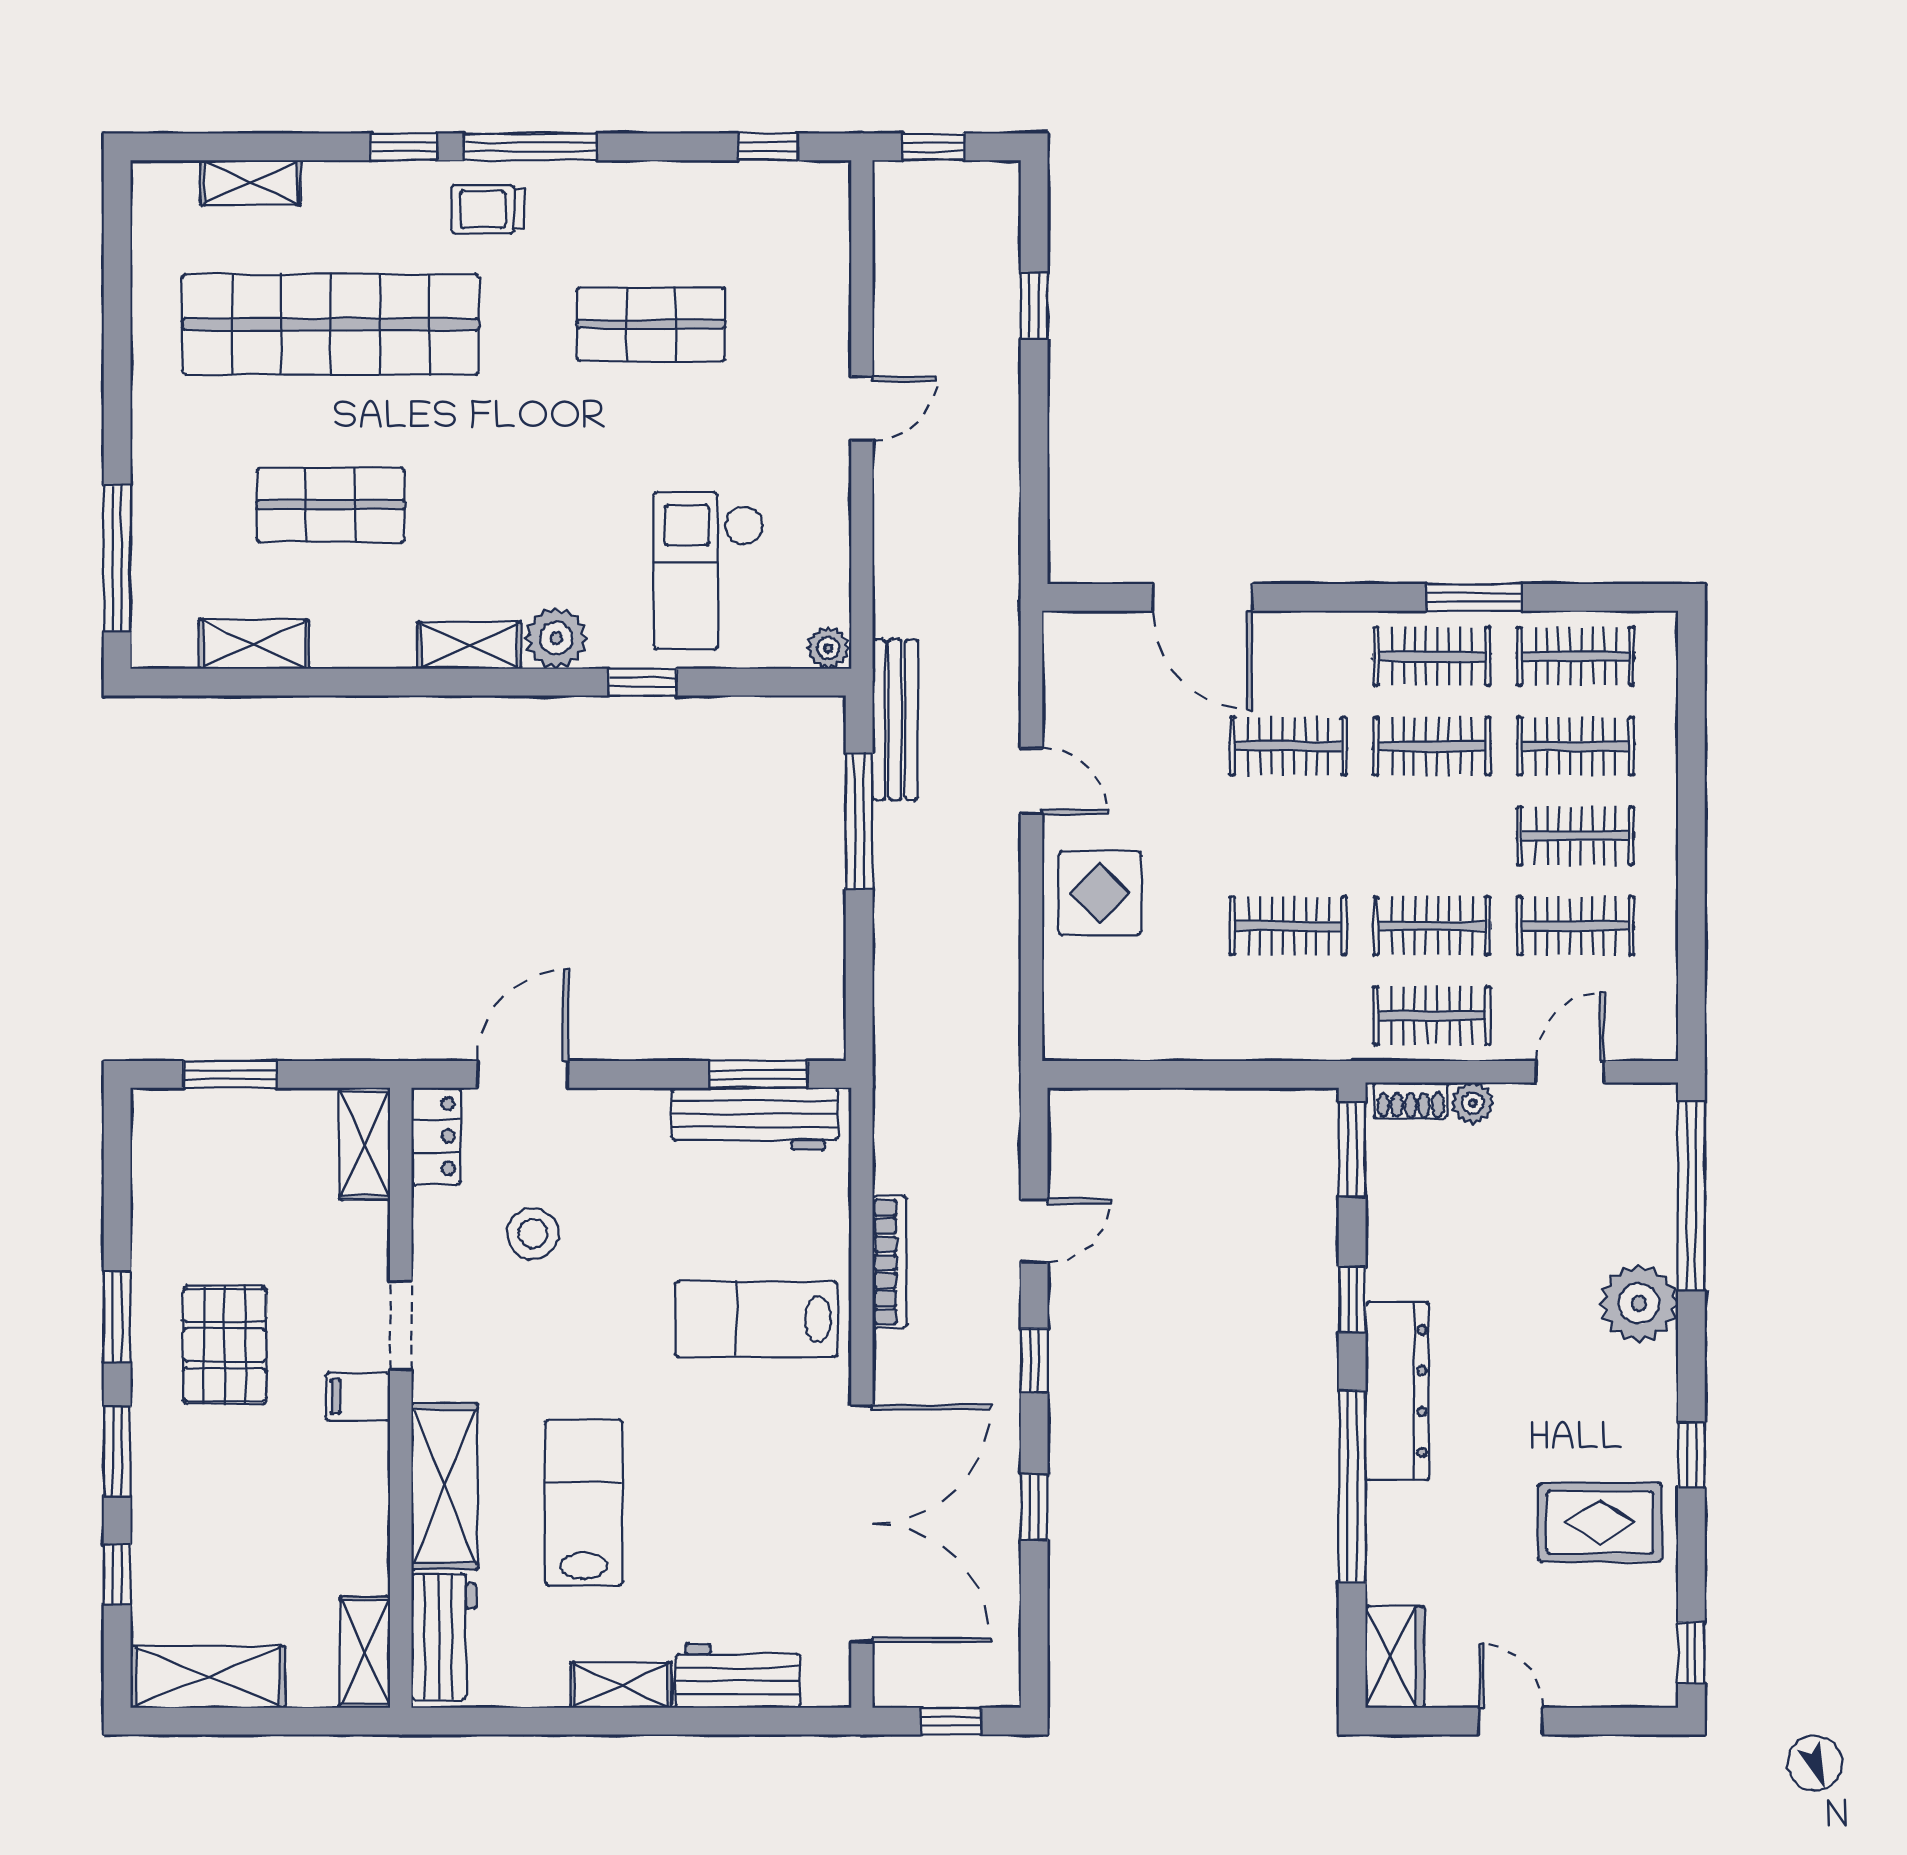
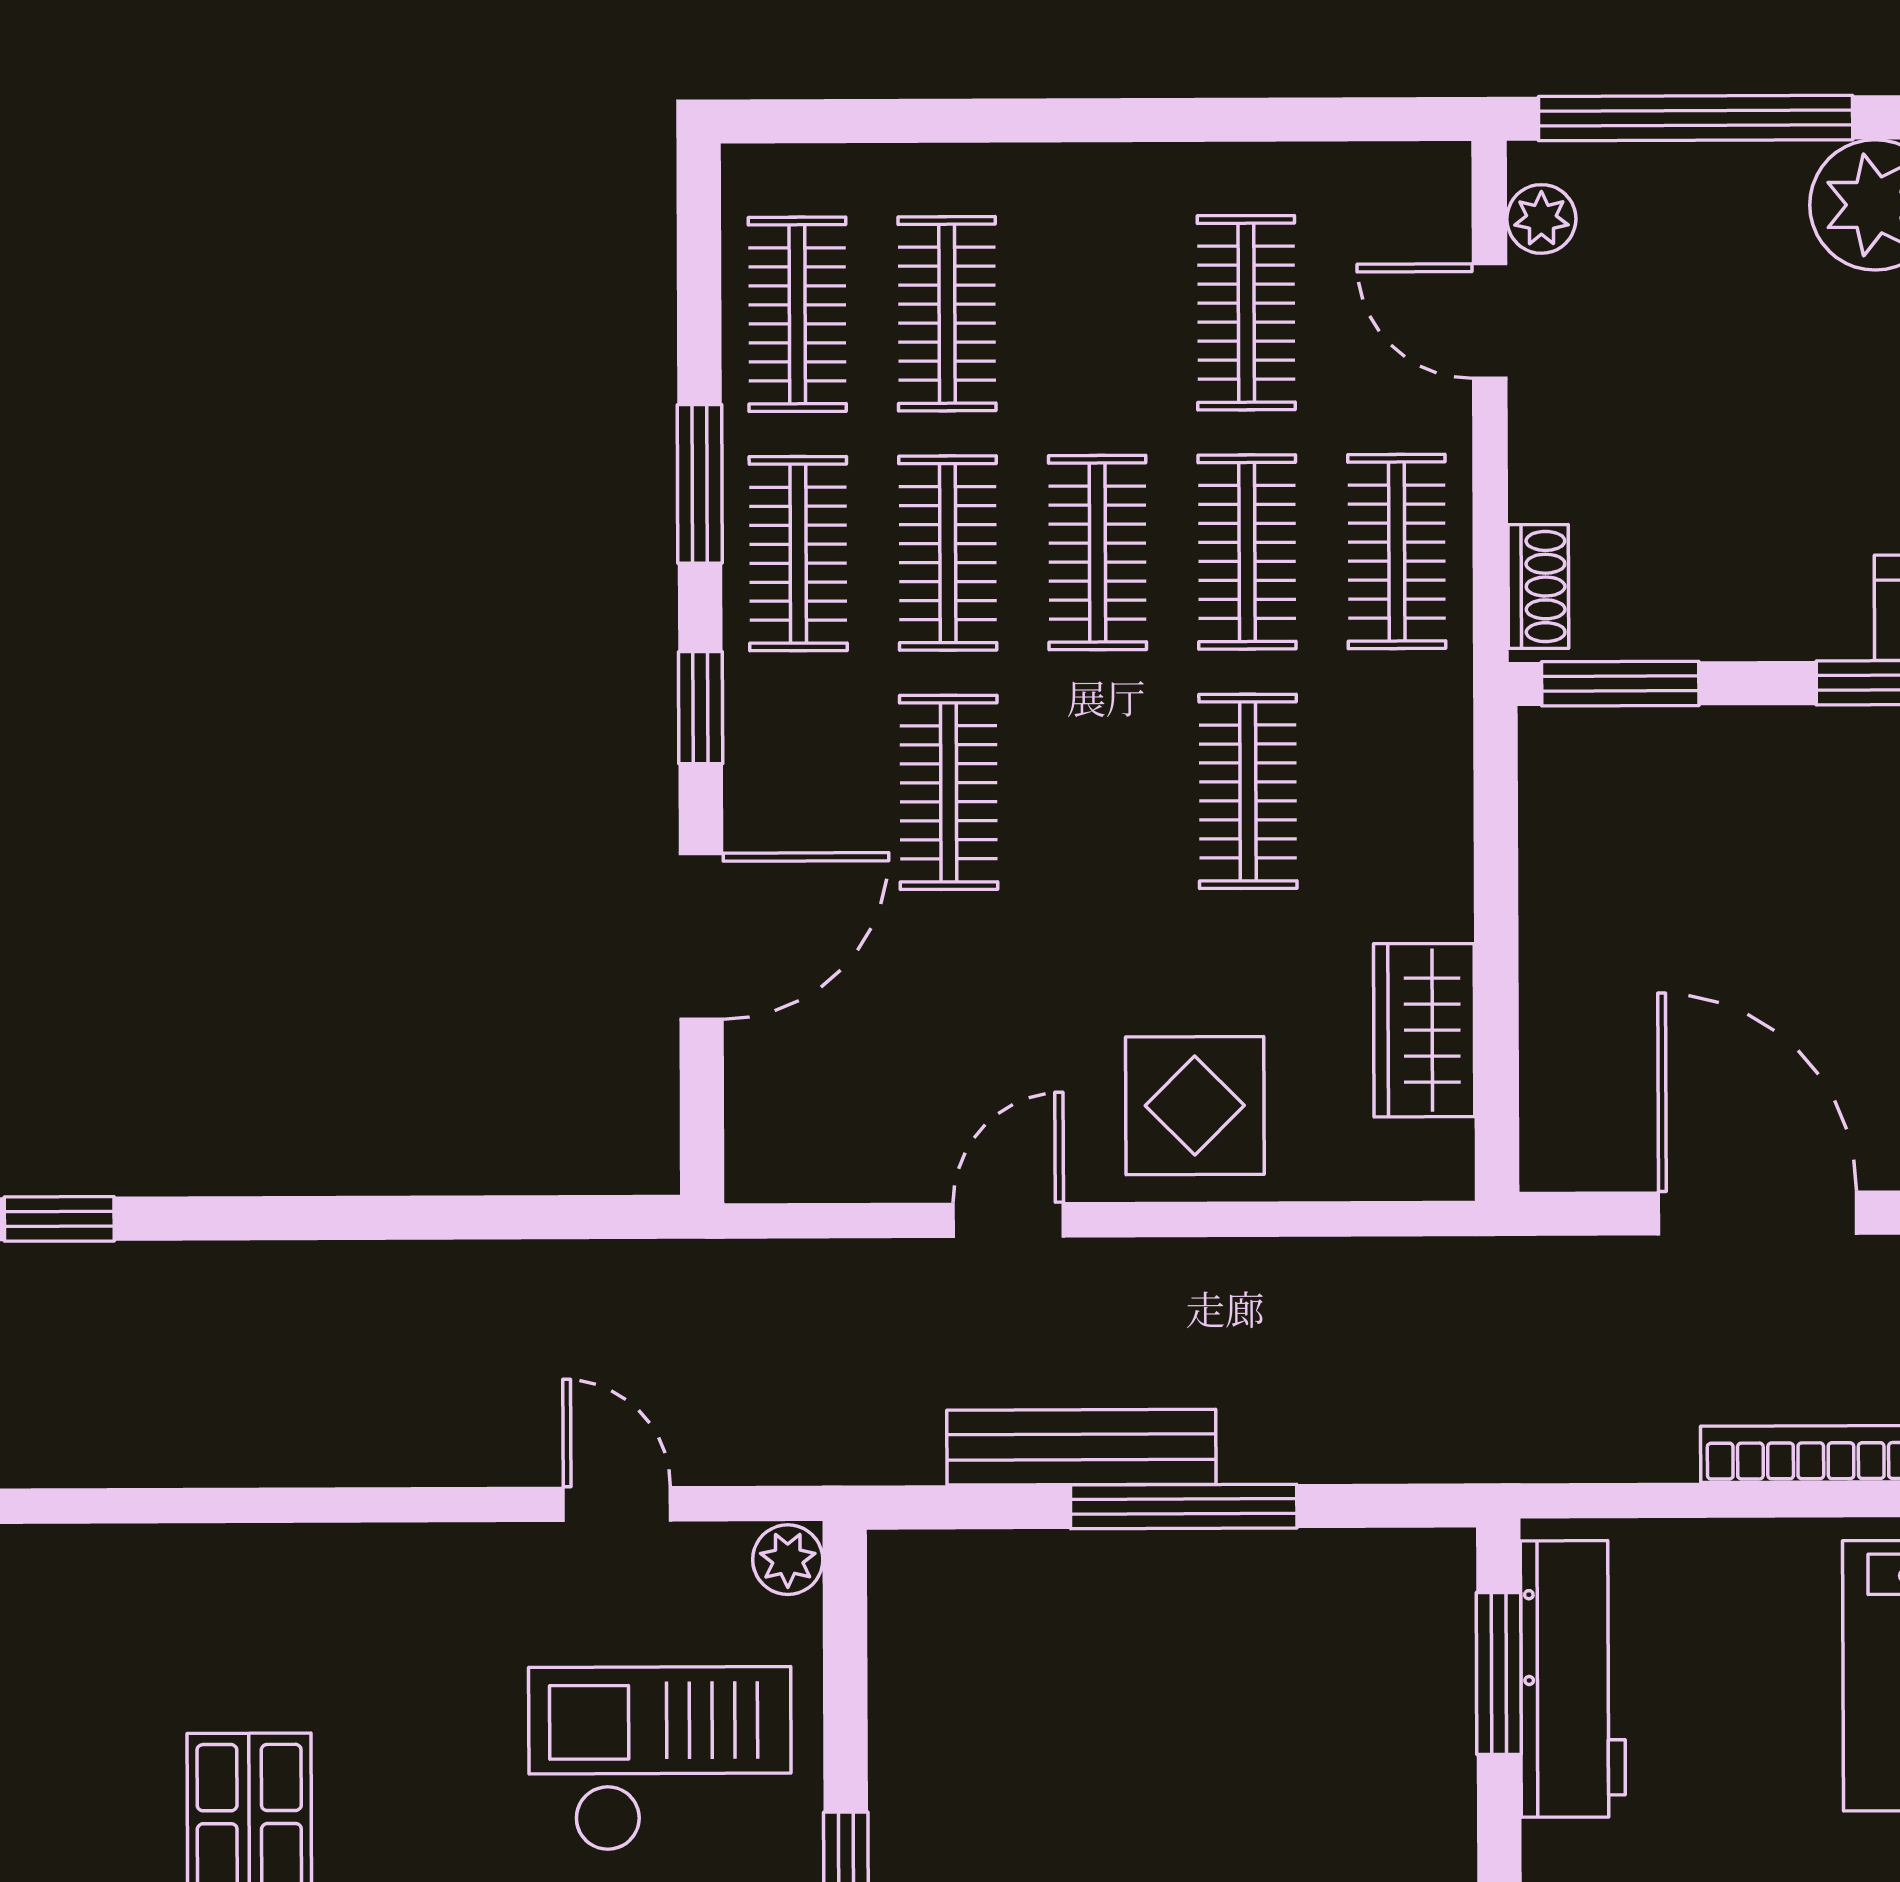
window: (1034, 306) -> (59, 1219), moved
door: (862, 408) -> (617, 1504), moved
checkout: (709, 571) -> (660, 1759), turned 180
window: (1340, 597) -> (701, 708), added
bench: (895, 720) -> (1081, 1447), moved
window: (859, 821) -> (1184, 1507), moved
clothes rail: (1576, 836) -> (1097, 553), moved
wardrobe: (1145, 1031) -> (1424, 1030), added
plant: (1473, 1103) -> (1541, 219), moved
door: (1034, 1231) -> (1758, 1213), width x1.88

